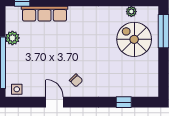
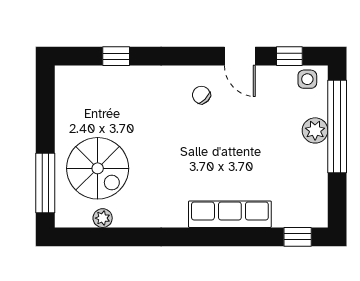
row of seats: (44, 14) -> (230, 214), moved
plant: (12, 38) -> (315, 130), moved
window: (27, 102) -> (289, 56), added

